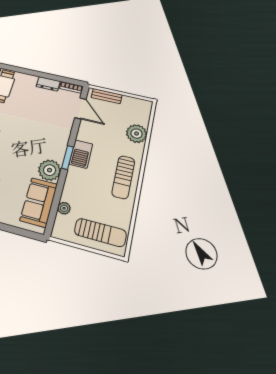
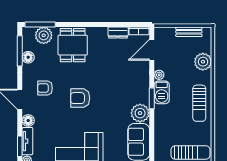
bench: (107, 96) -> (189, 32), moved
door: (80, 108) -> (152, 50), swing flipped
plant: (64, 208) -> (159, 75), moved

